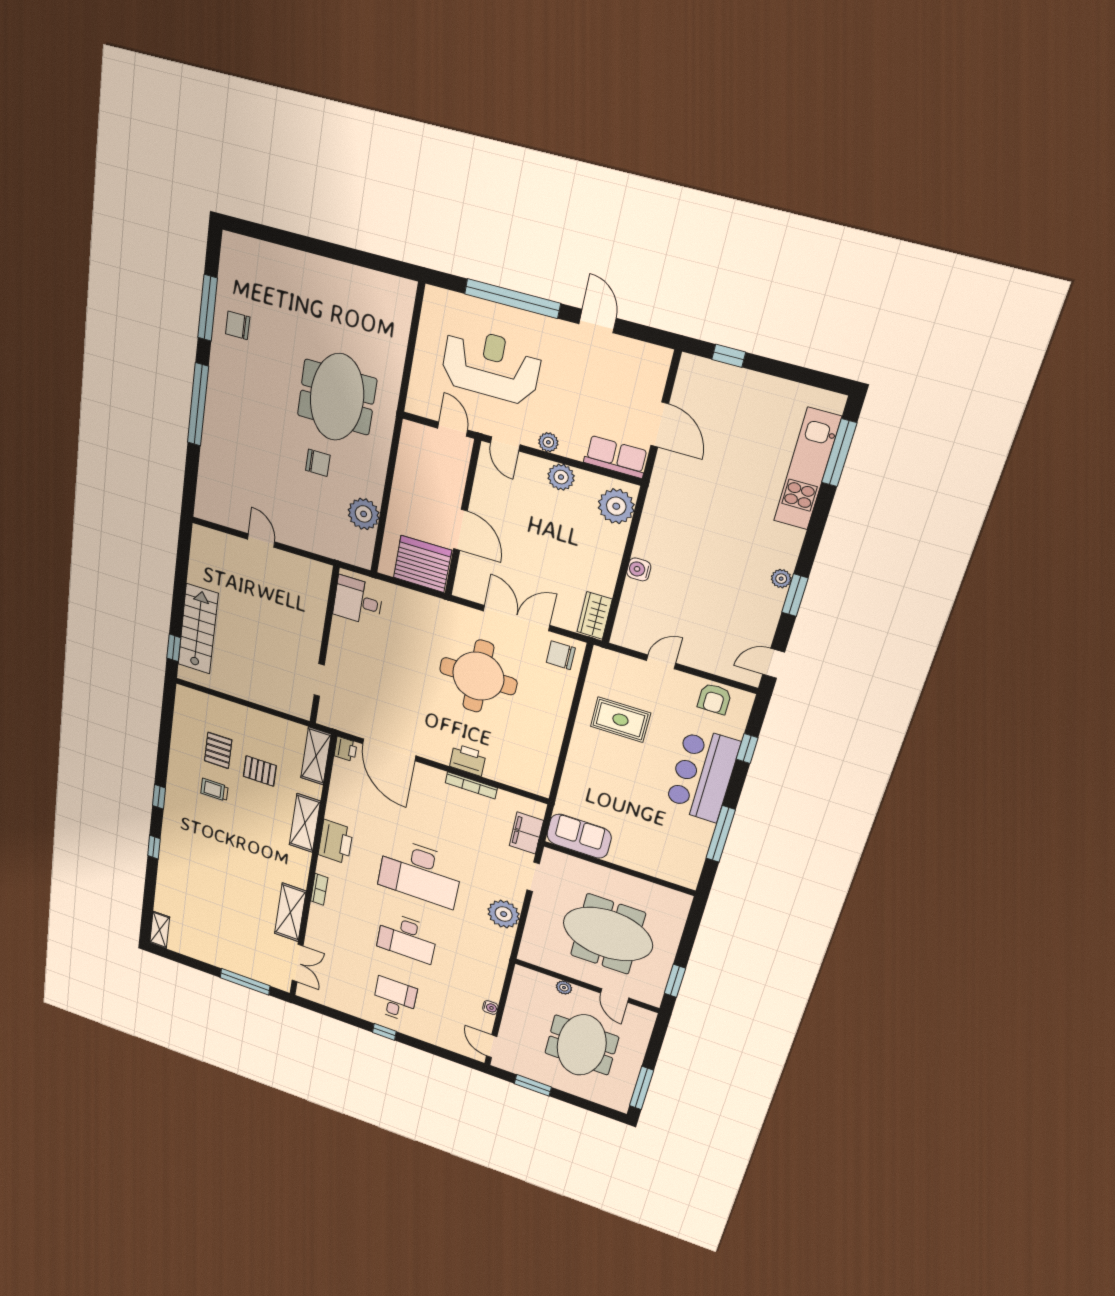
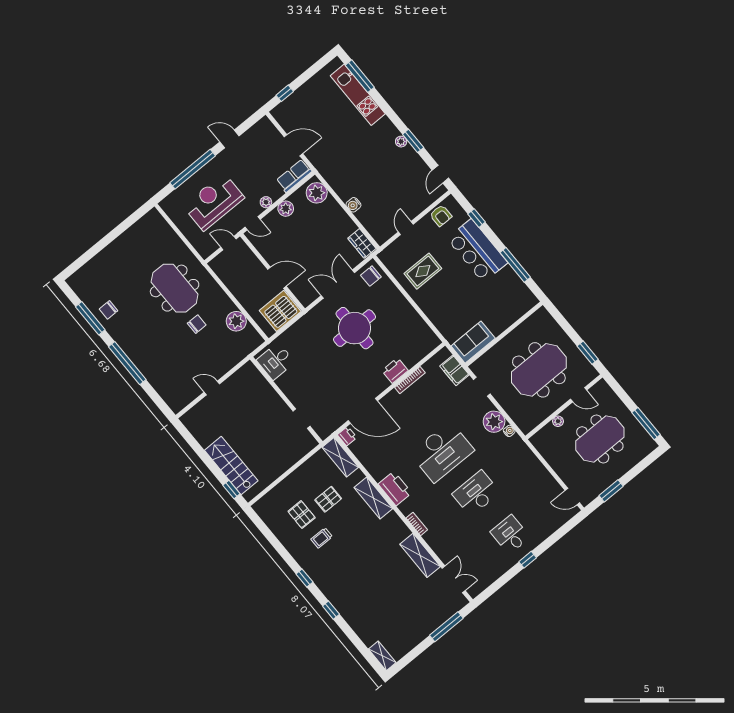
desk: (407, 938) -> (476, 493), turned 180
water cooler: (490, 1008) -> (509, 431), moved
meeting table: (582, 1045) -> (600, 439), turned 90

